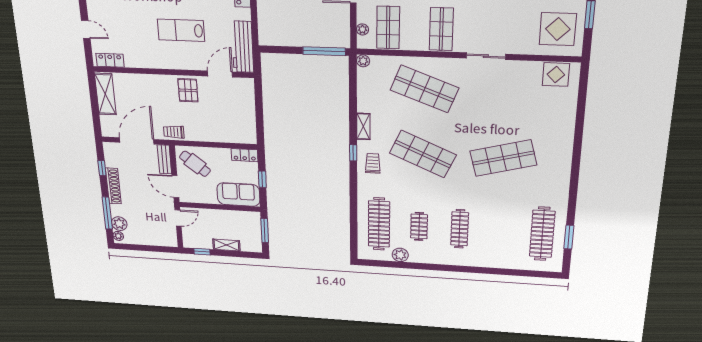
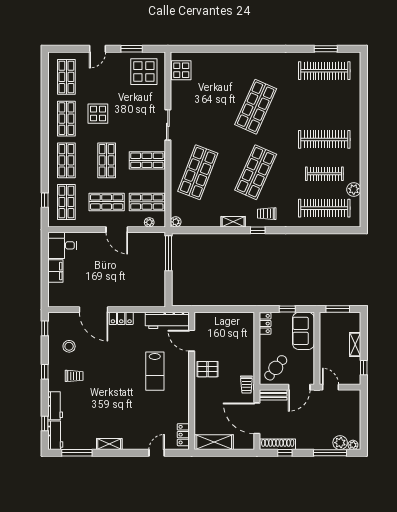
shop shelf: (503, 158) -> (256, 107), turned 39
shoe rack: (113, 186) -> (278, 444), moved
clothes rail: (419, 226) -> (324, 174), width x1.36
clothes rail: (460, 229) -> (324, 139), width x1.37, depth x1.31

